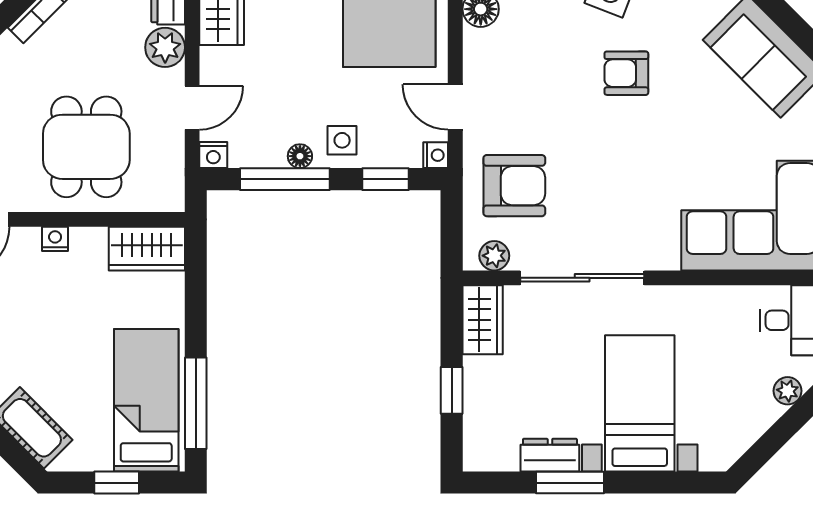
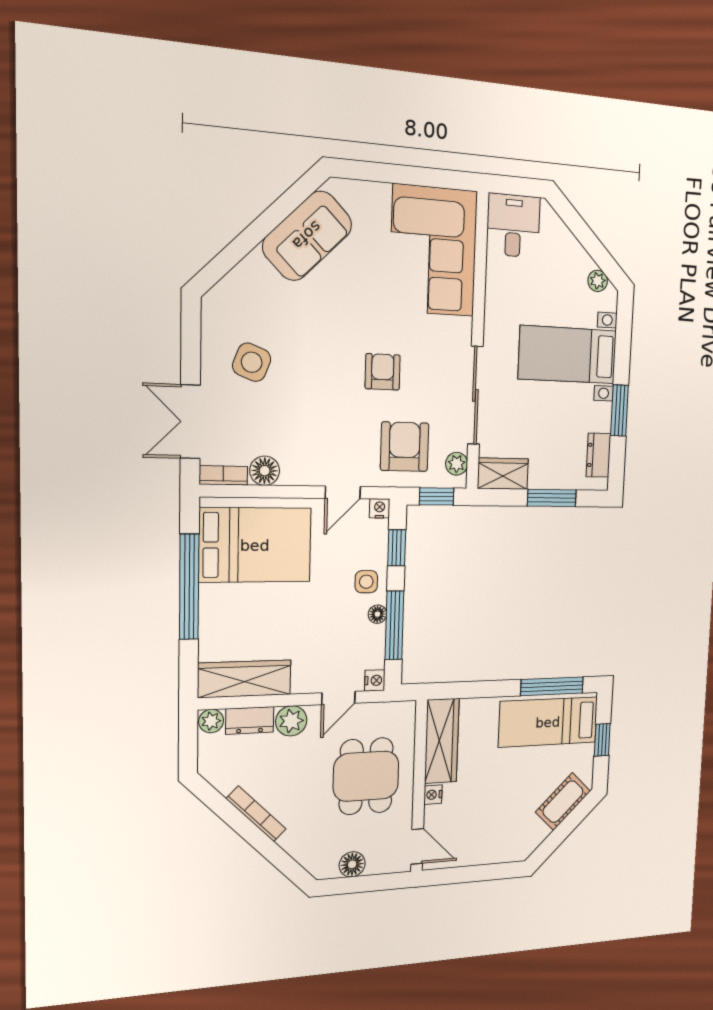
armchair: (626, 73) -> (383, 372), moved, turned 180
door: (192, 108) -> (338, 698), swing flipped
dining table: (86, 147) -> (366, 776), turned 90
window: (452, 230) -> (437, 497), added
wardrobe: (147, 249) -> (442, 741), width x1.50
window: (452, 390) -> (552, 498), width x1.50
plant: (788, 391) -> (598, 281), moved
dresser: (550, 455) -> (599, 455), moved

